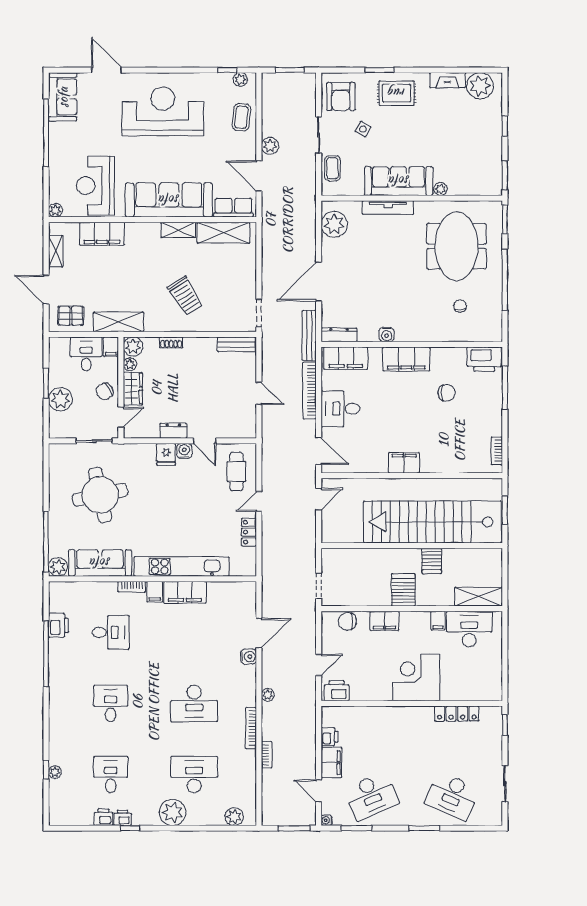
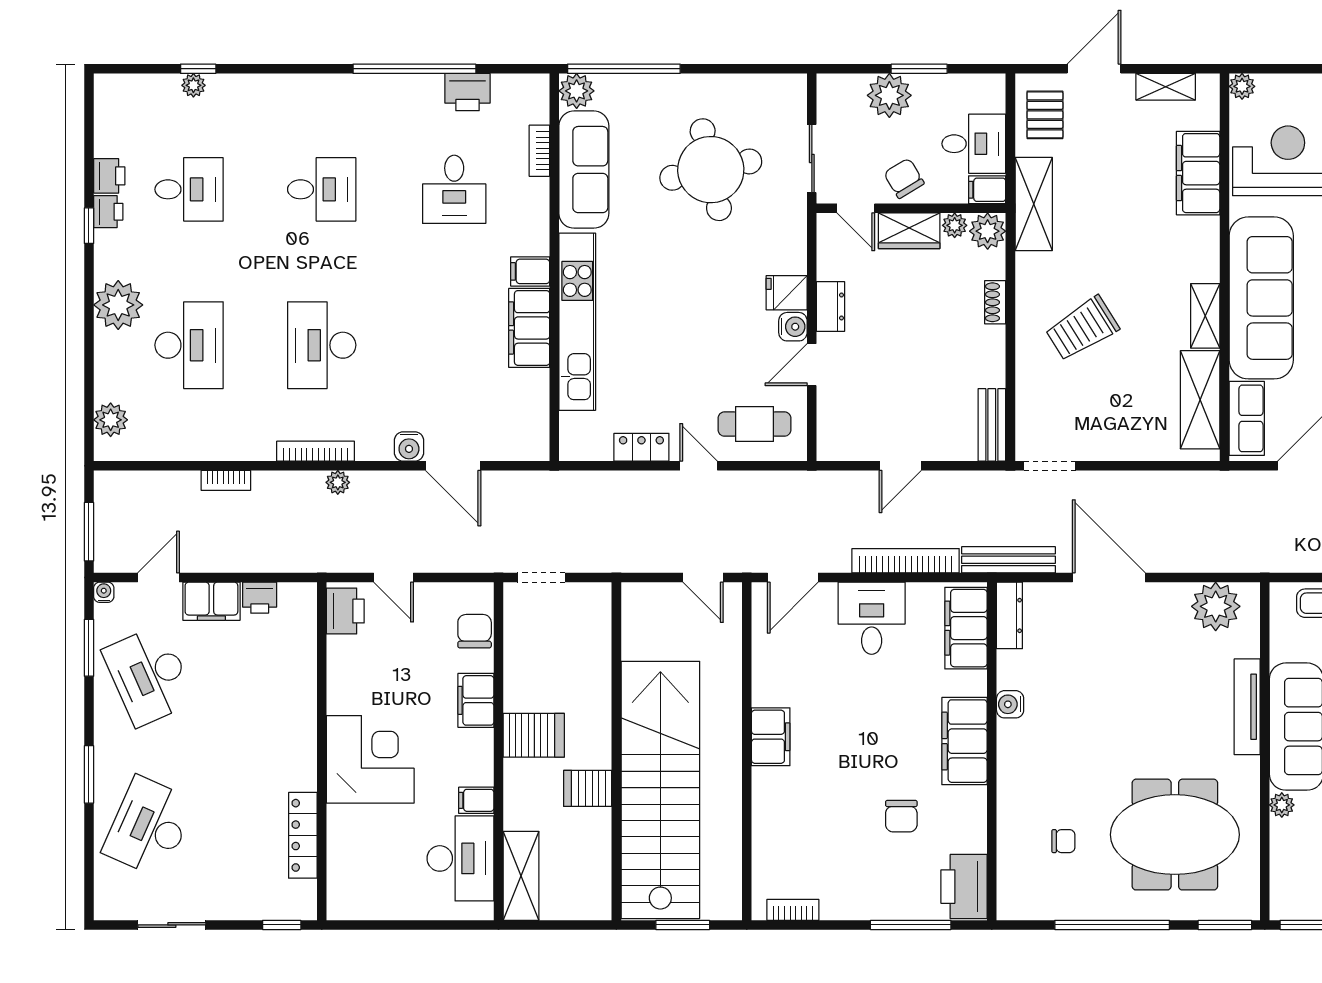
bookcase: (132, 587) -> (539, 151), moved
bookcase: (251, 728) -> (316, 451), moved

